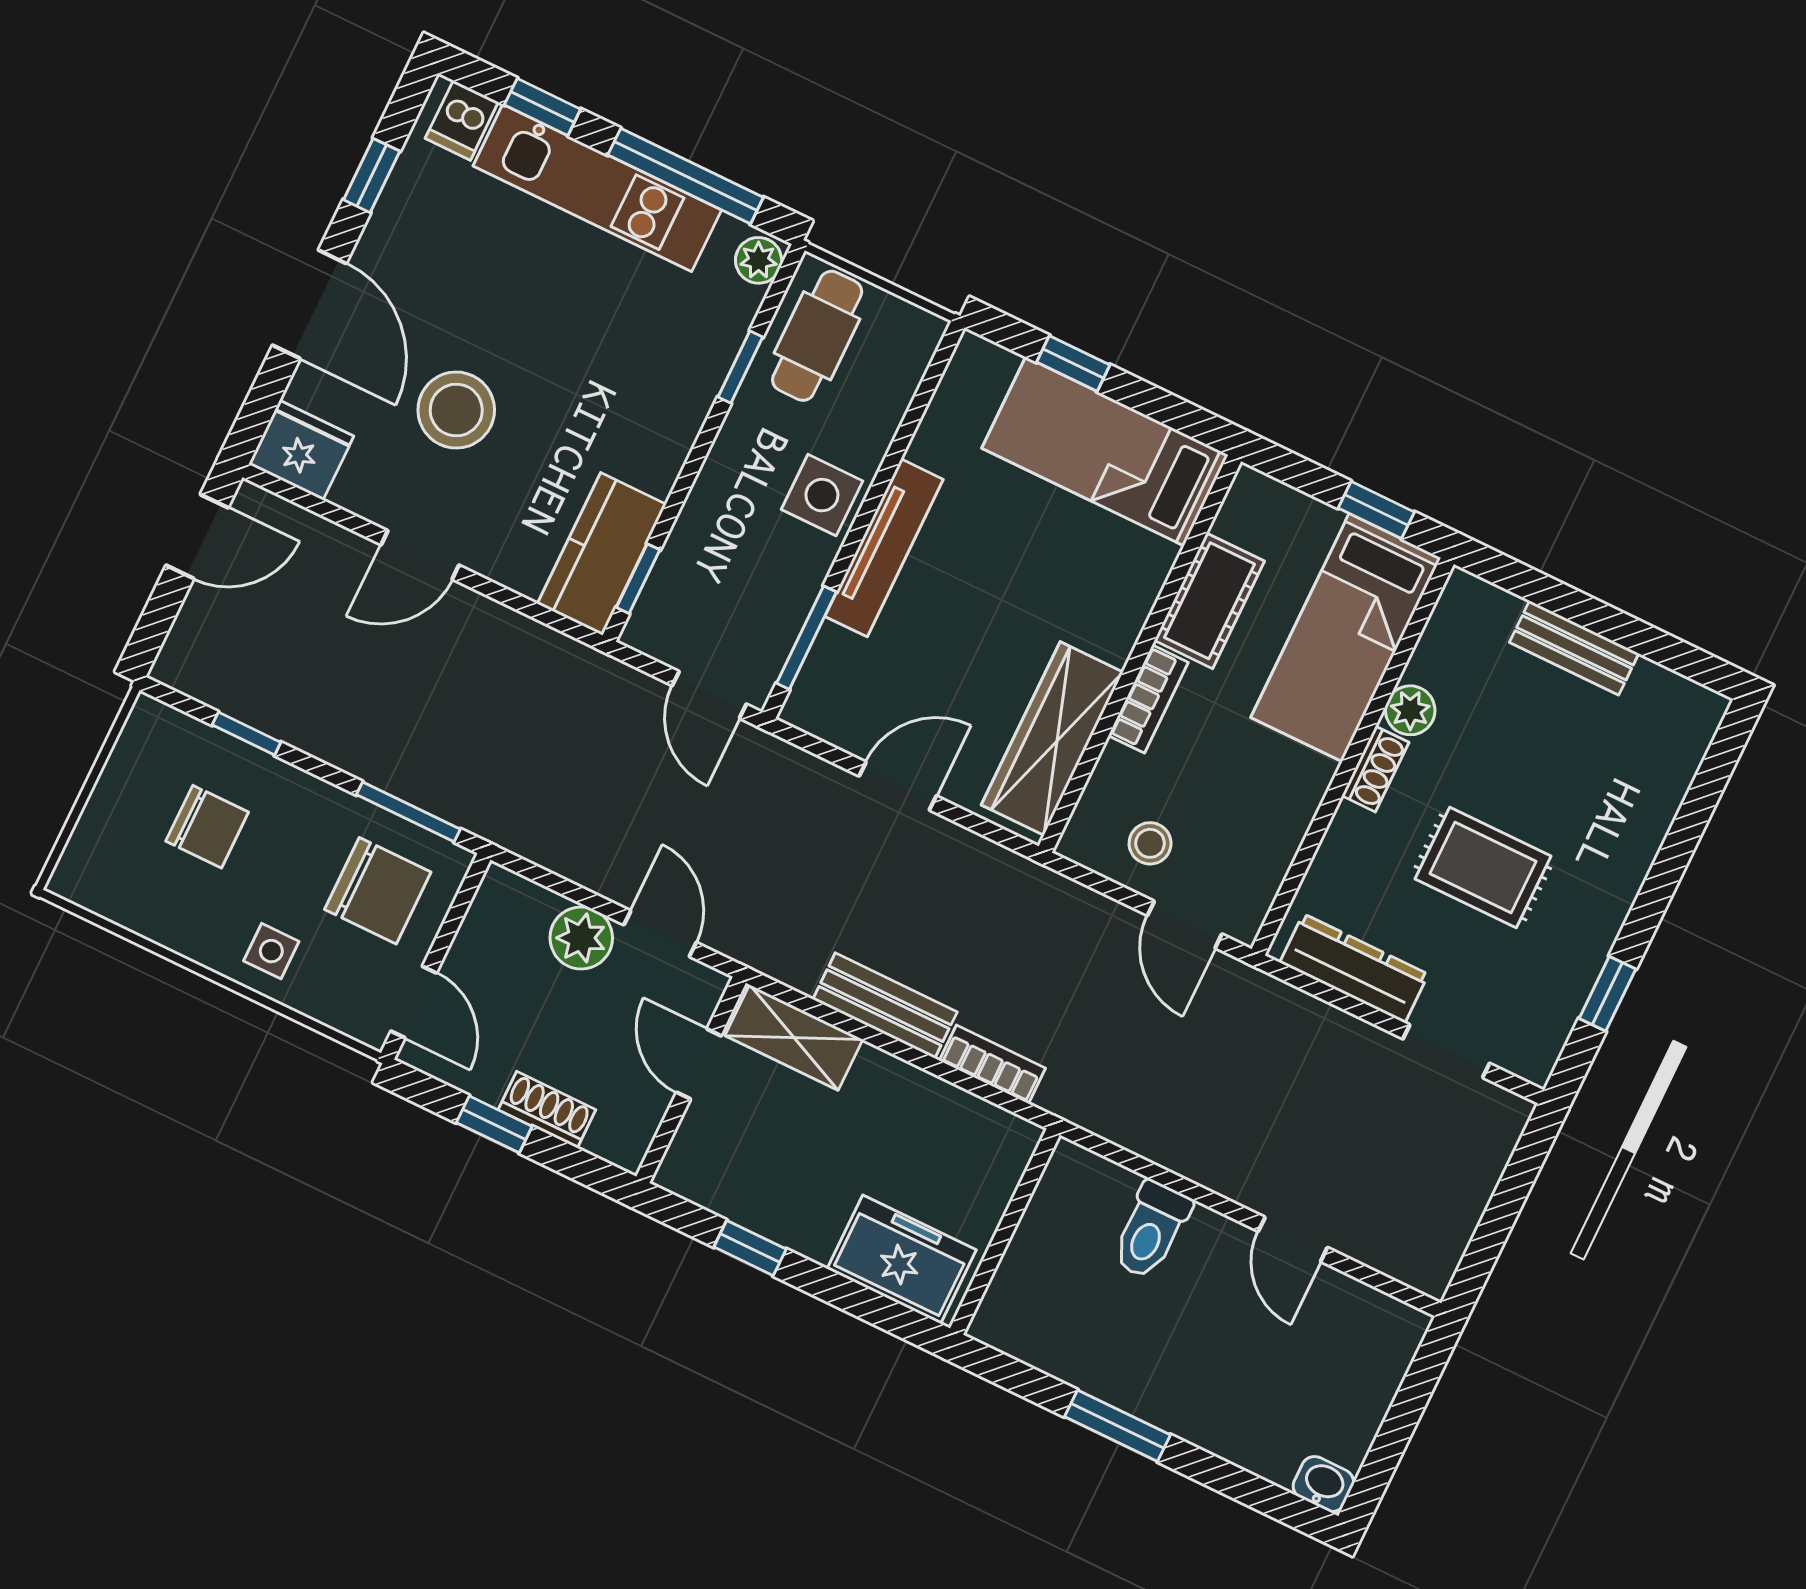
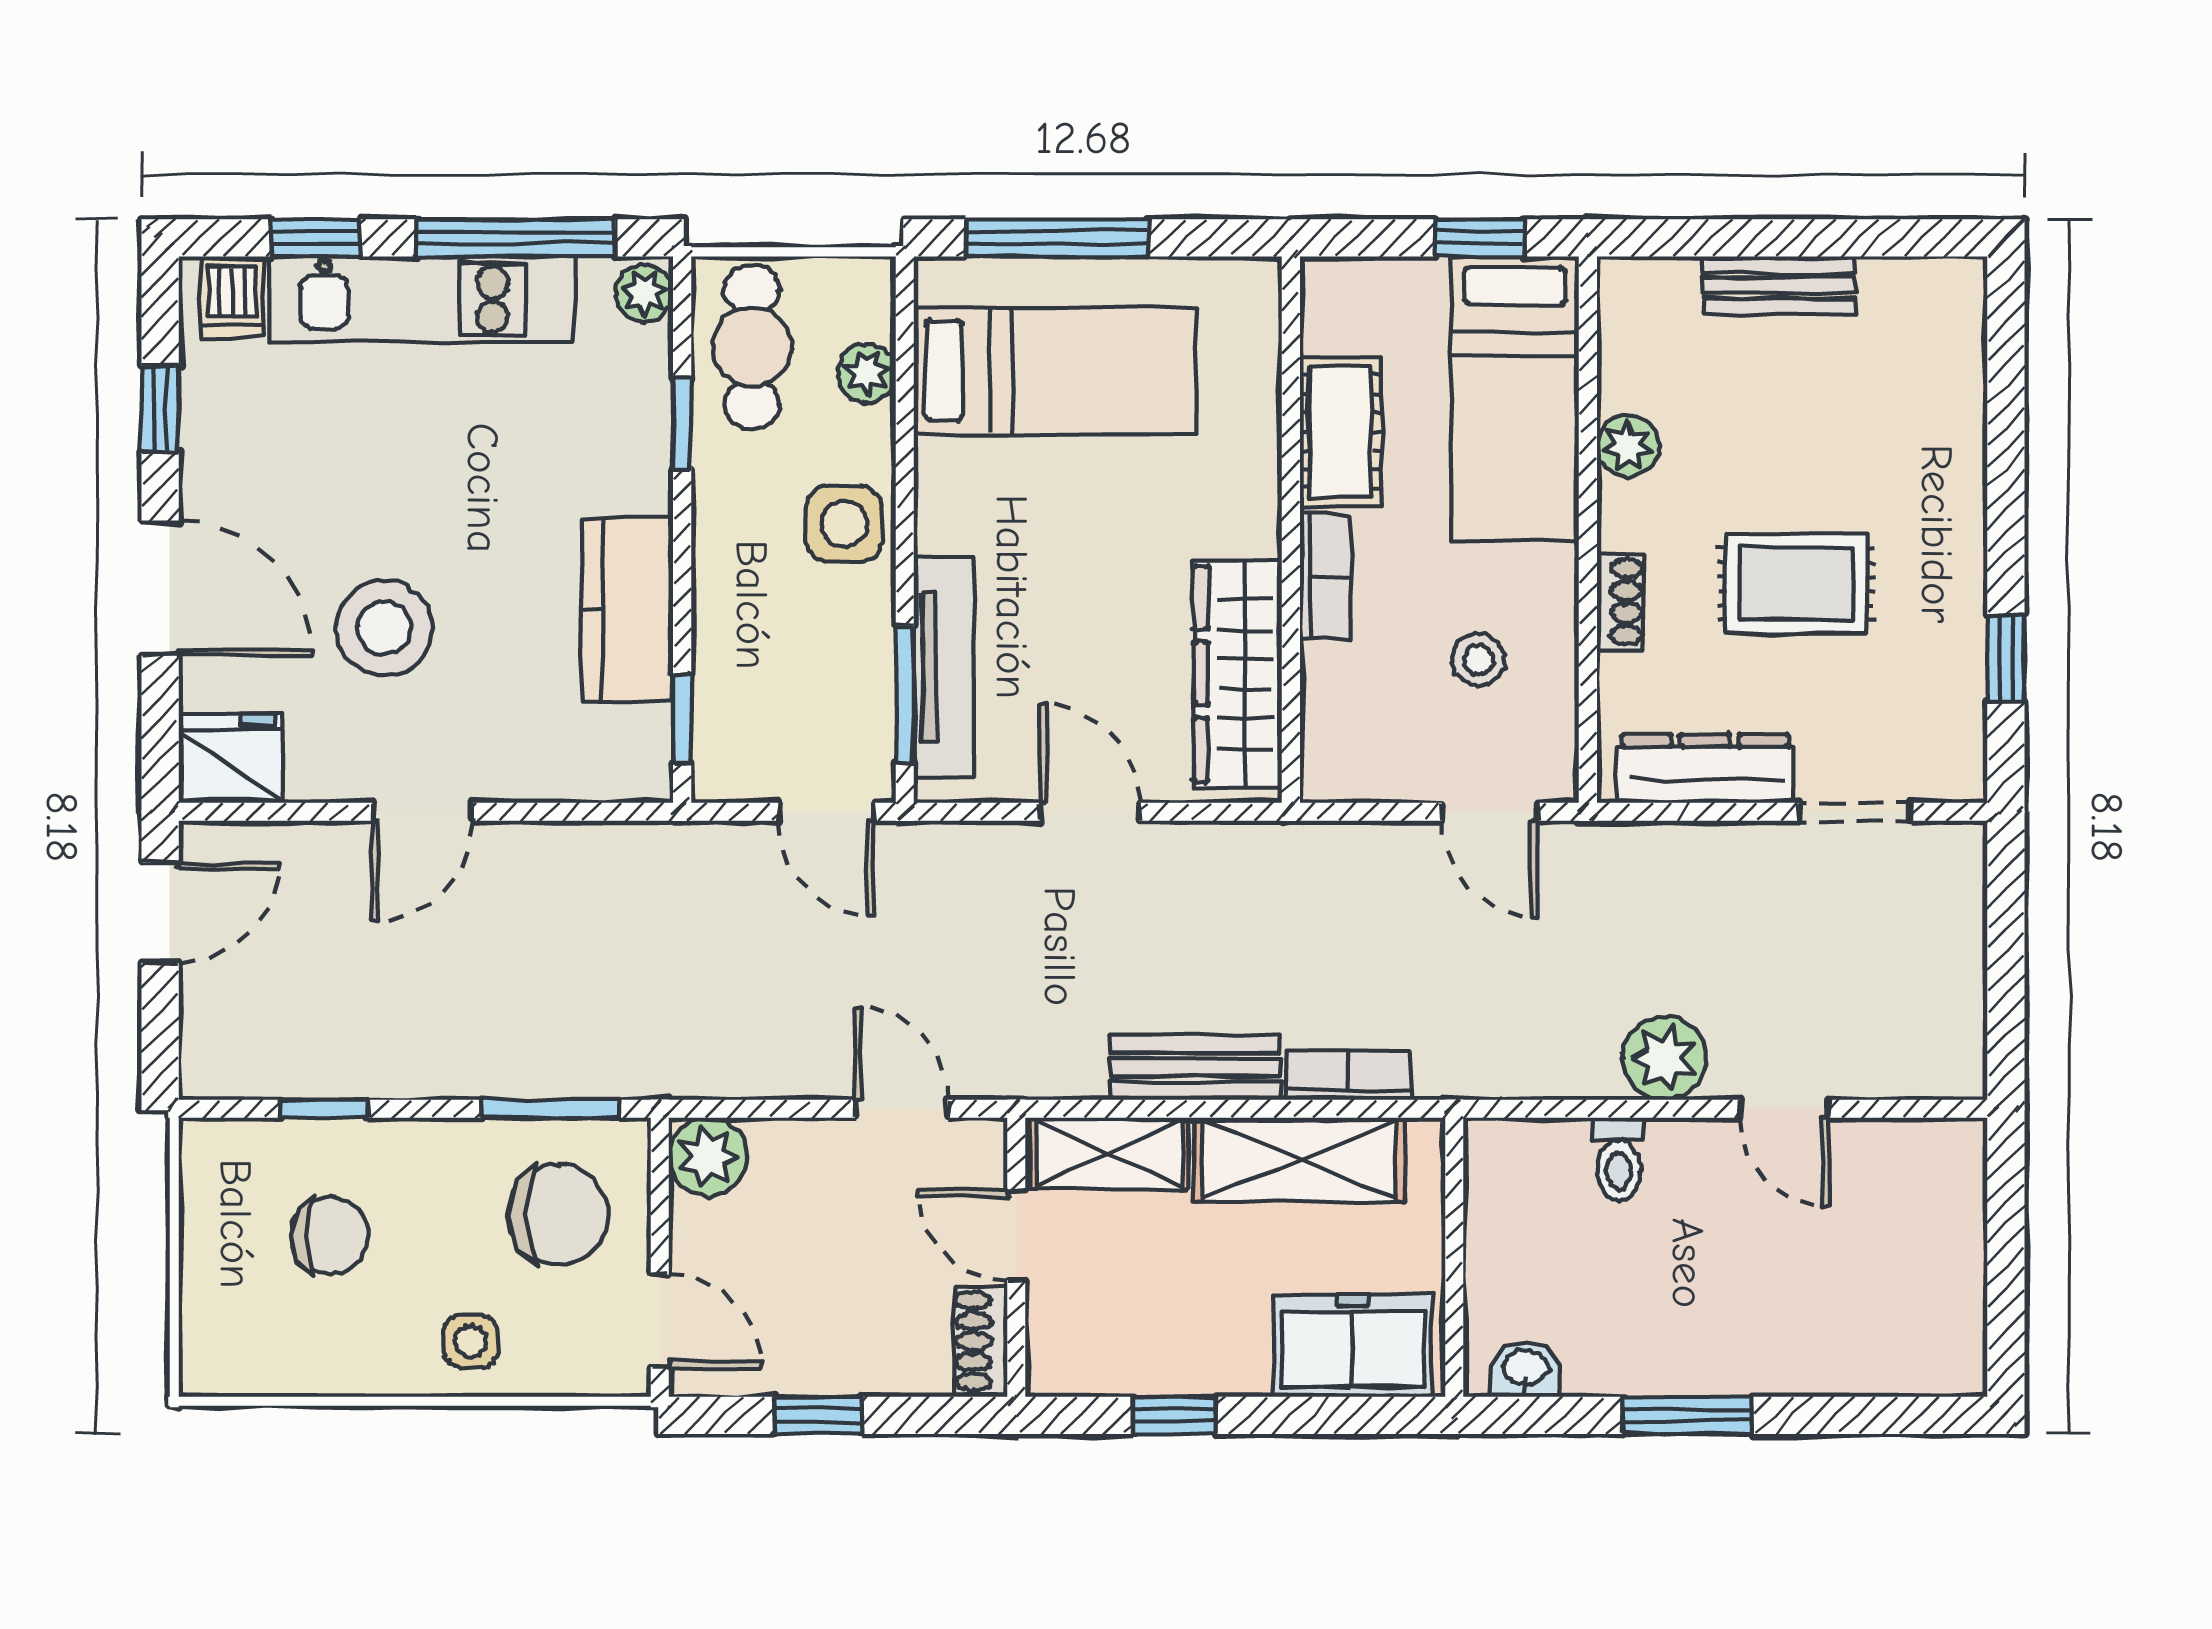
window: (1073, 364) -> (1057, 238), width x2.17
plant: (890, 395) -> (867, 373), added
bed: (1105, 451) -> (1055, 370), moved, turned 180
tv unit: (884, 548) -> (944, 667), moved
kitchen counter: (602, 554) -> (627, 610), moved
shoe rack: (1375, 769) -> (1620, 602), moved
door: (898, 786) -> (1089, 812), hinge flipped
stool: (1150, 843) -> (1478, 660), moved
plant: (581, 938) -> (708, 1157), moved
shelving: (928, 1108) -> (1299, 1160), added
shoe rack: (547, 1110) -> (980, 1341), moved, turned -90
plant: (1225, 1162) -> (1665, 1058), added
toilet: (1151, 1230) -> (1619, 1159), width x0.73, depth x0.72
washbasin: (1323, 1484) -> (1525, 1369), moved

